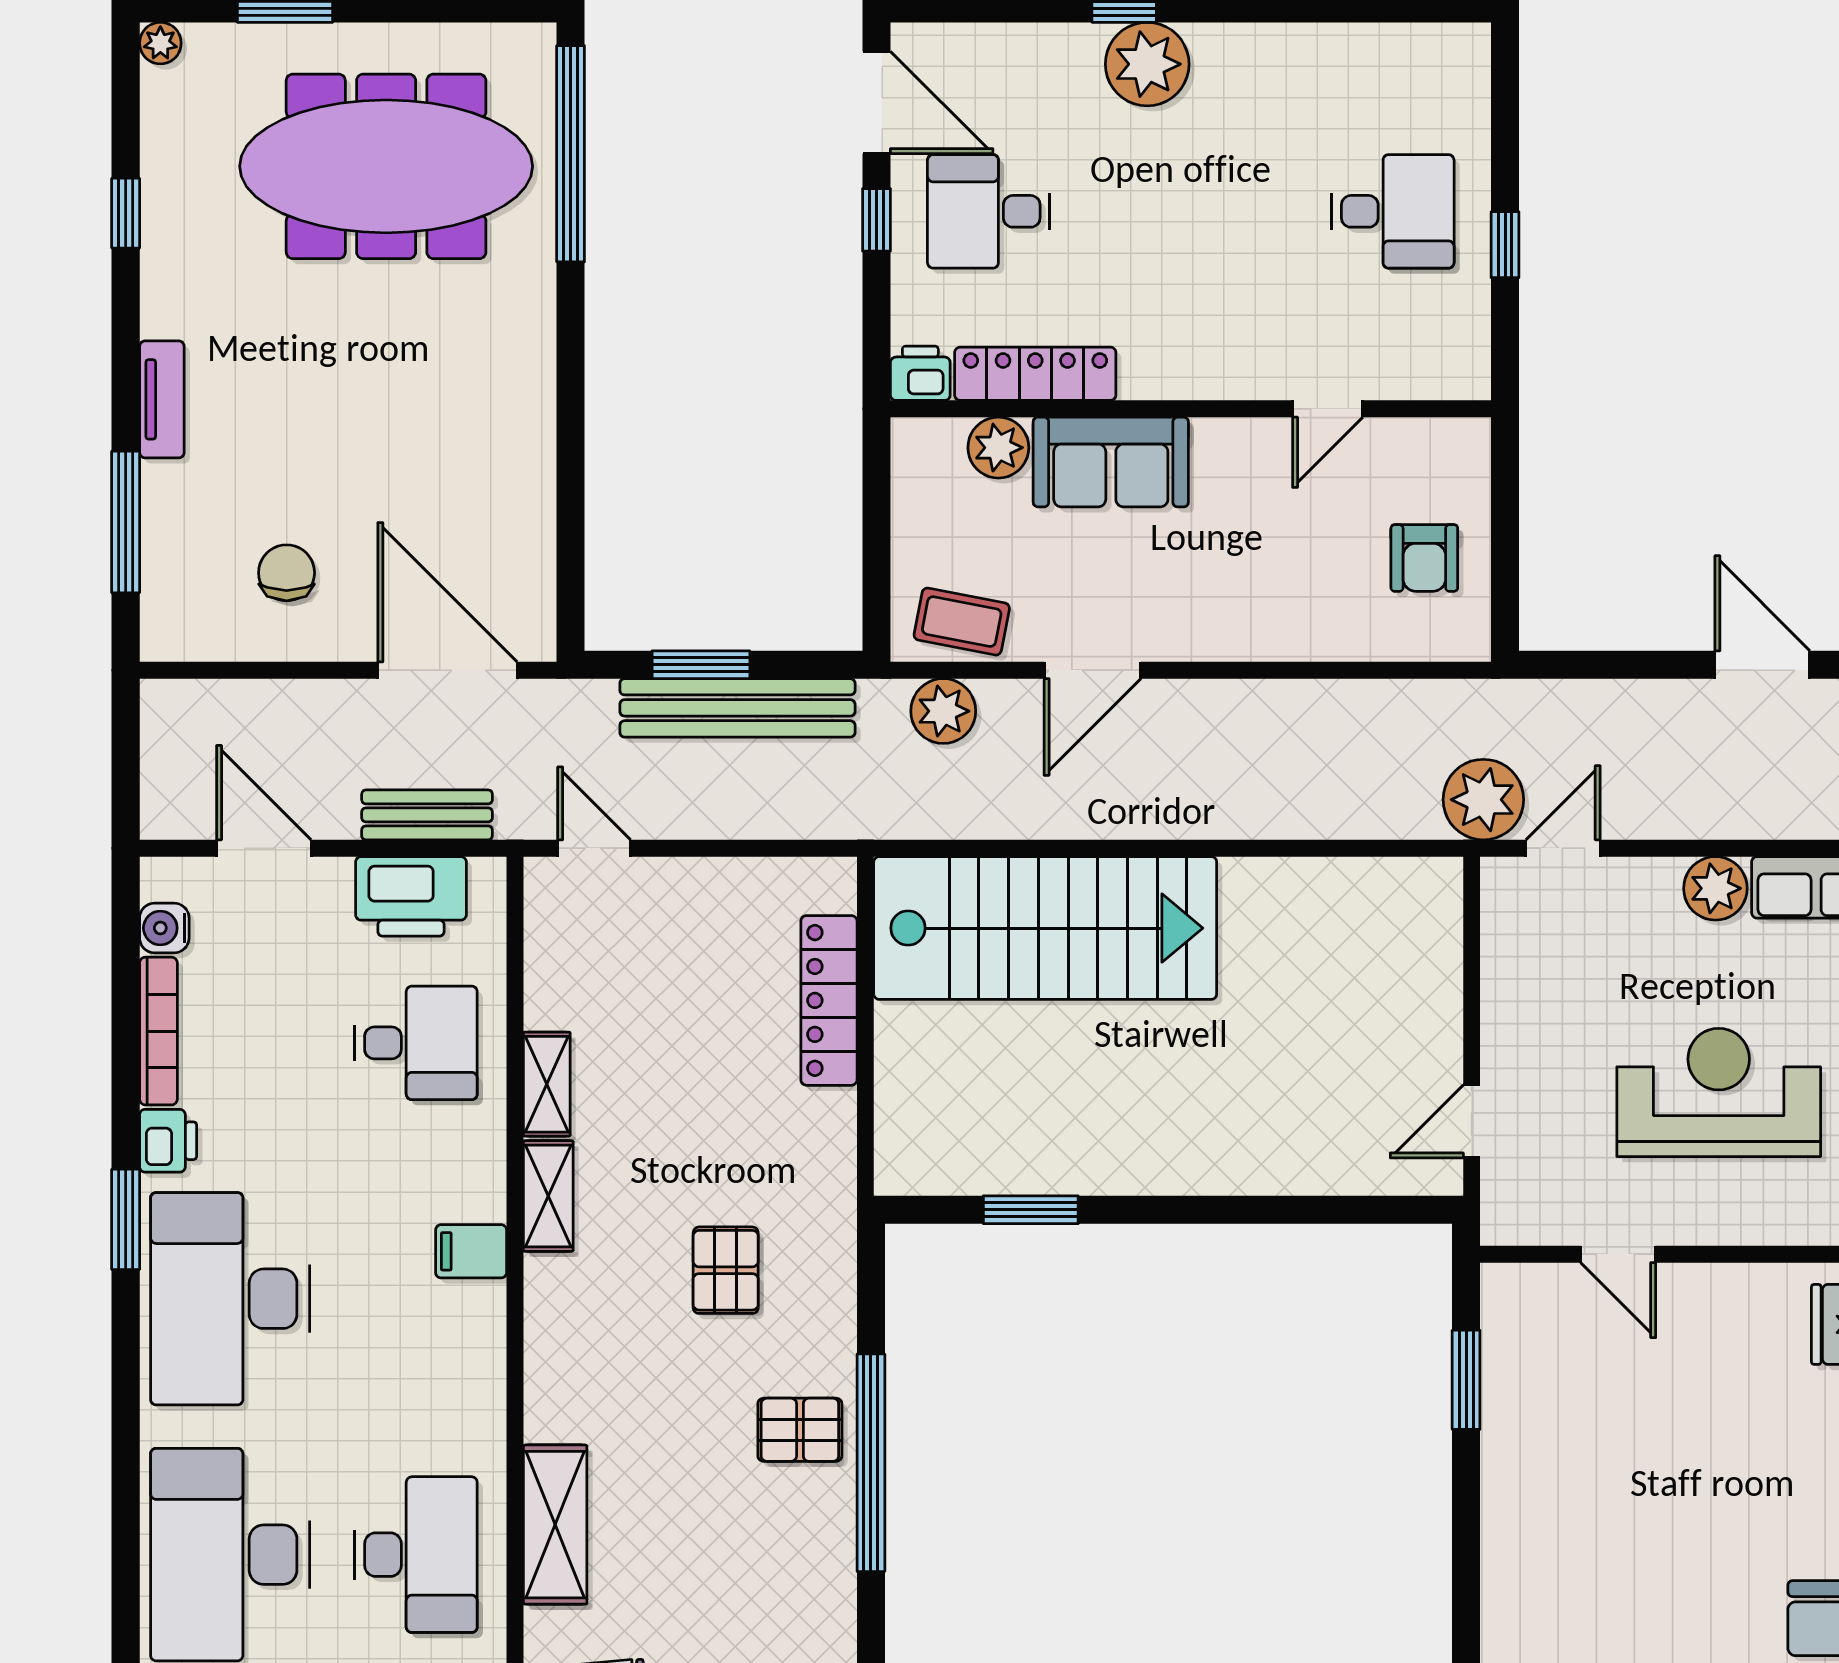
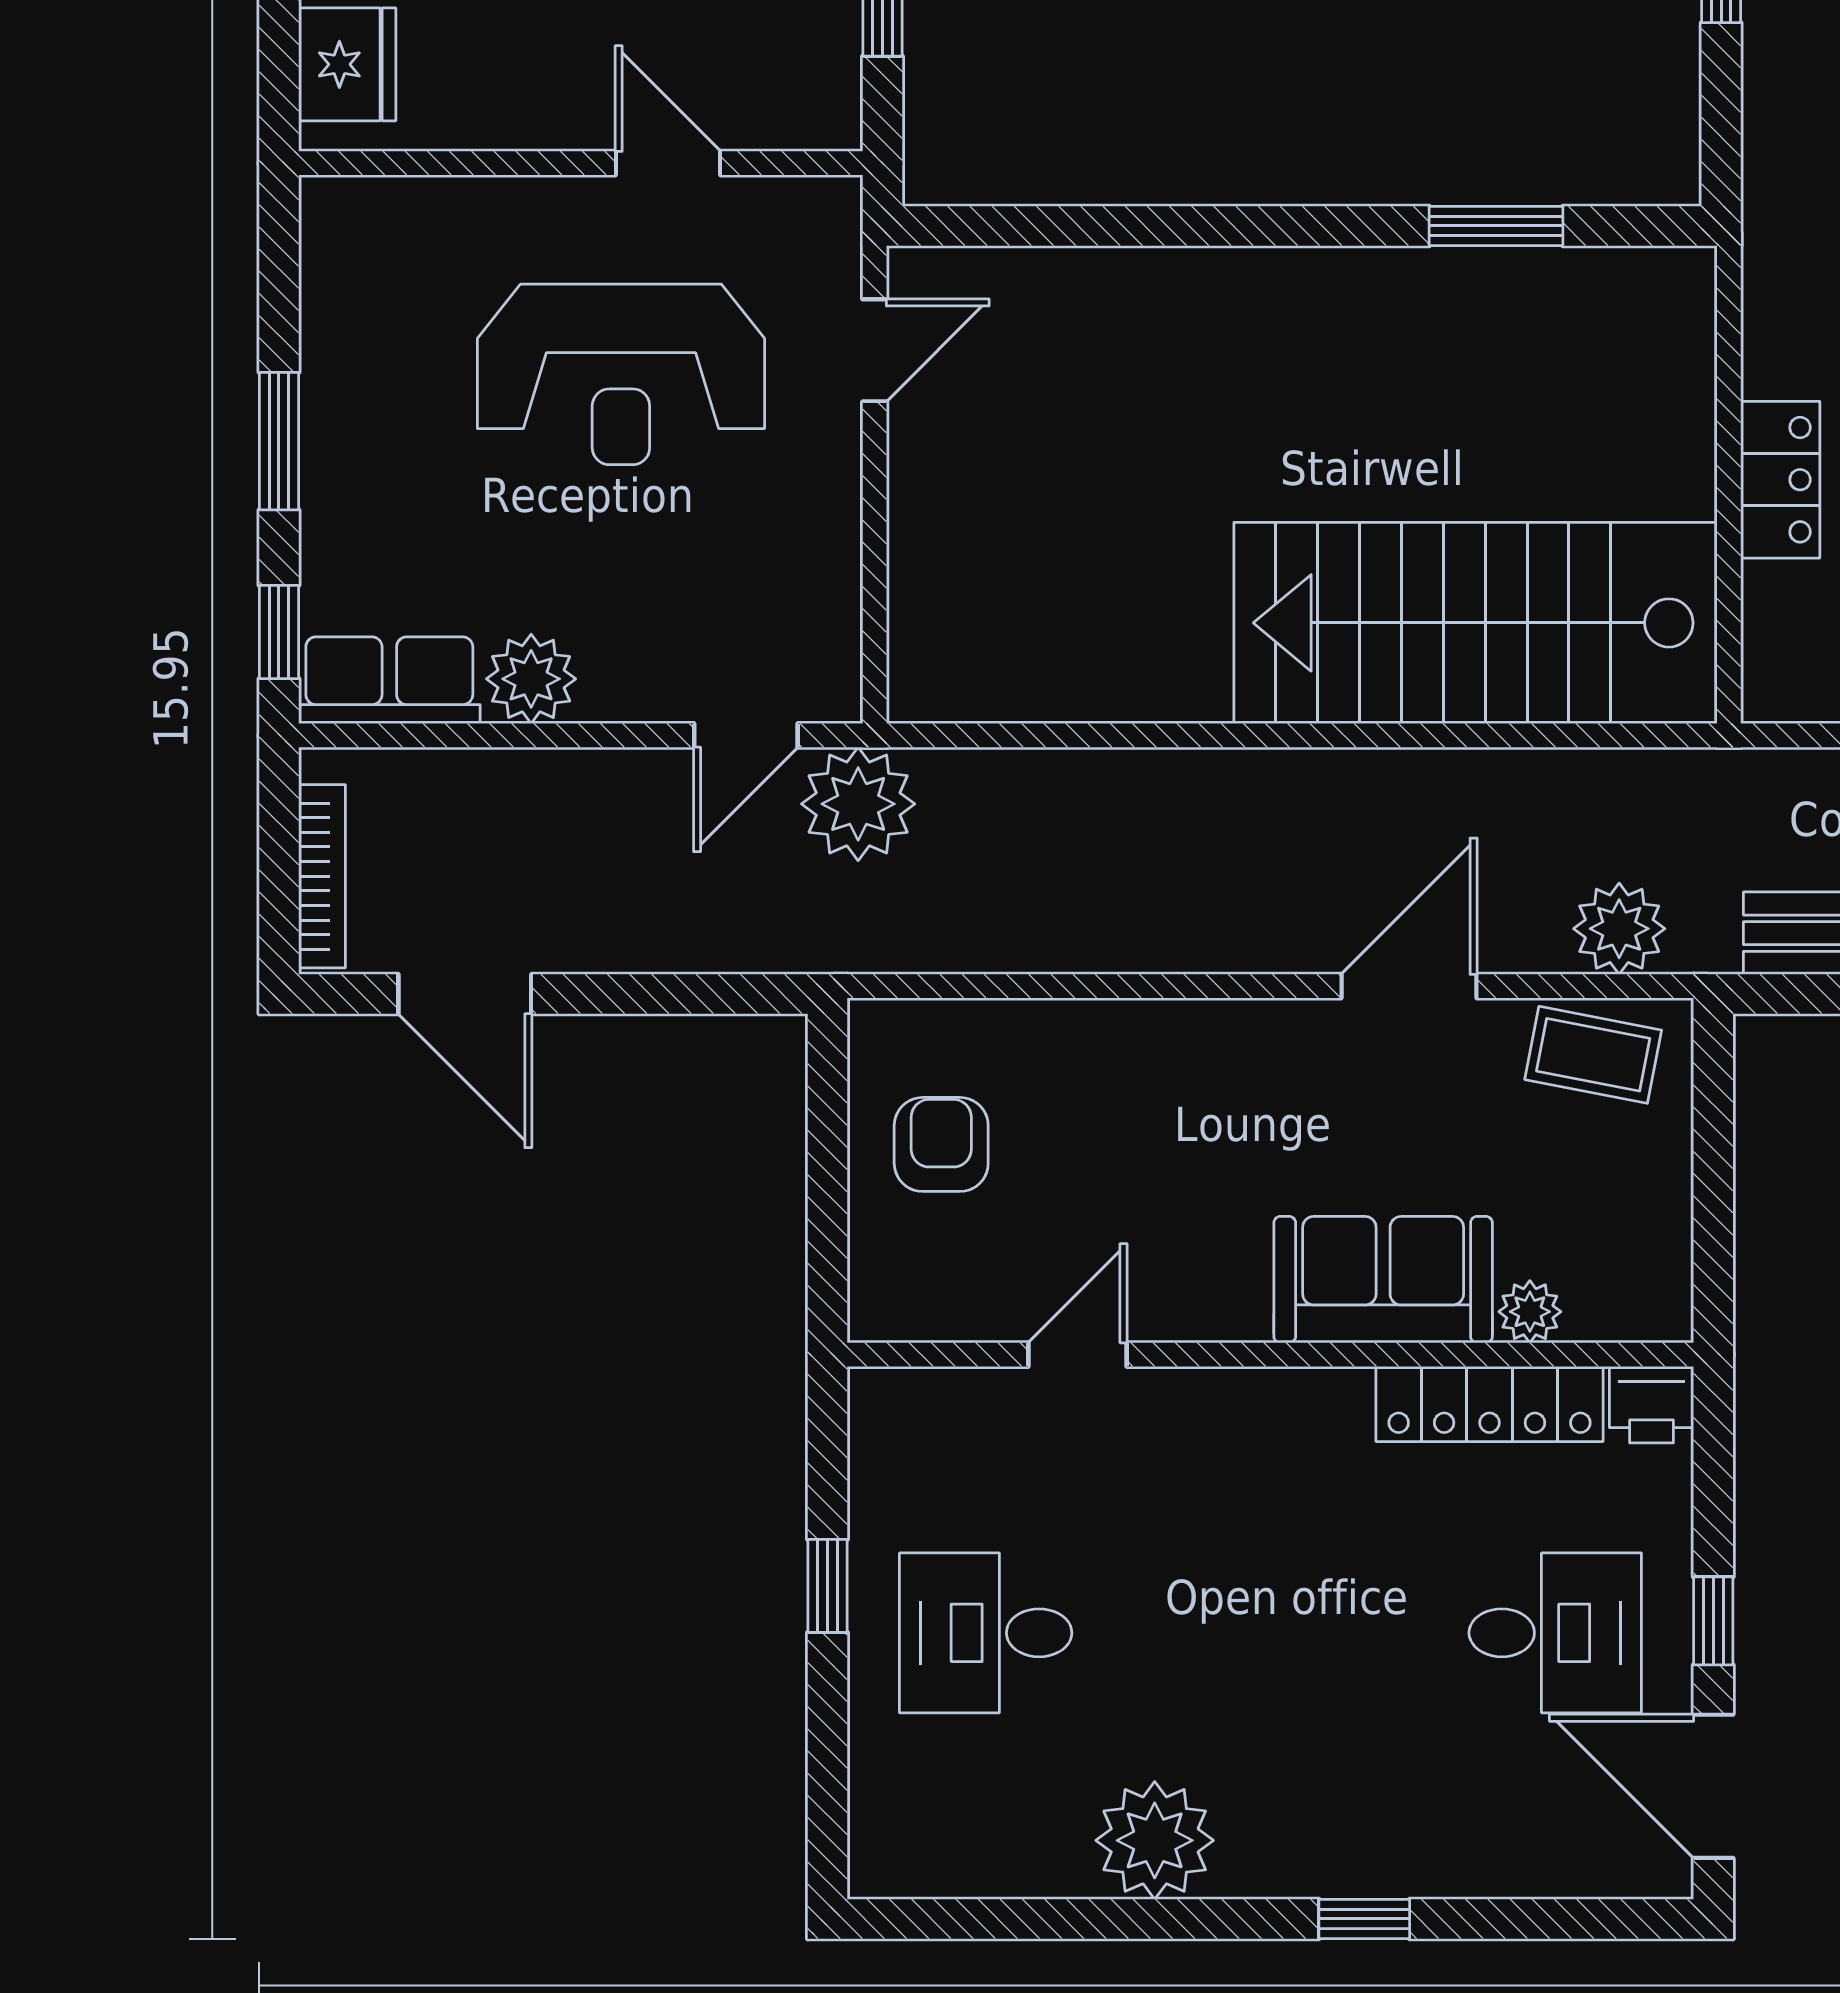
plant: (1147, 64) -> (1155, 1840), moved
plant: (998, 448) -> (1530, 1312), width x0.73, depth x0.73
locker: (829, 1000) -> (1780, 480), width x0.66
reception desk: (1719, 1092) -> (621, 374), moved

